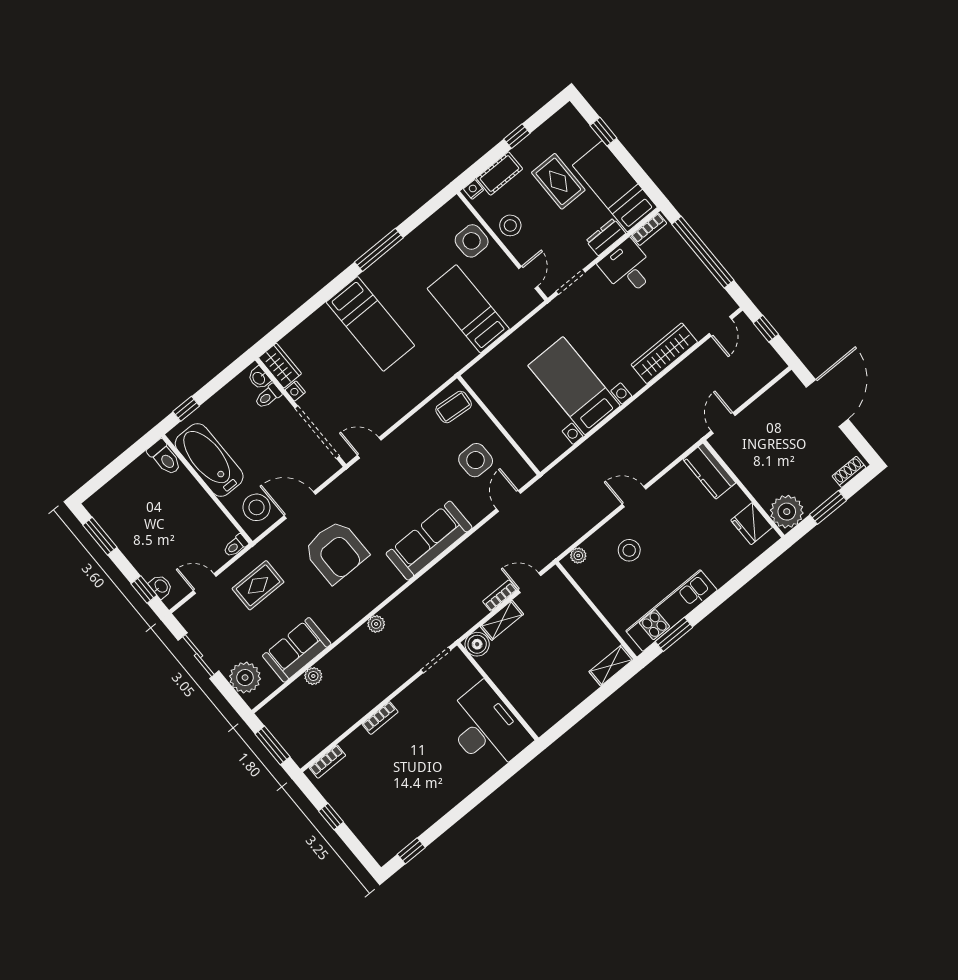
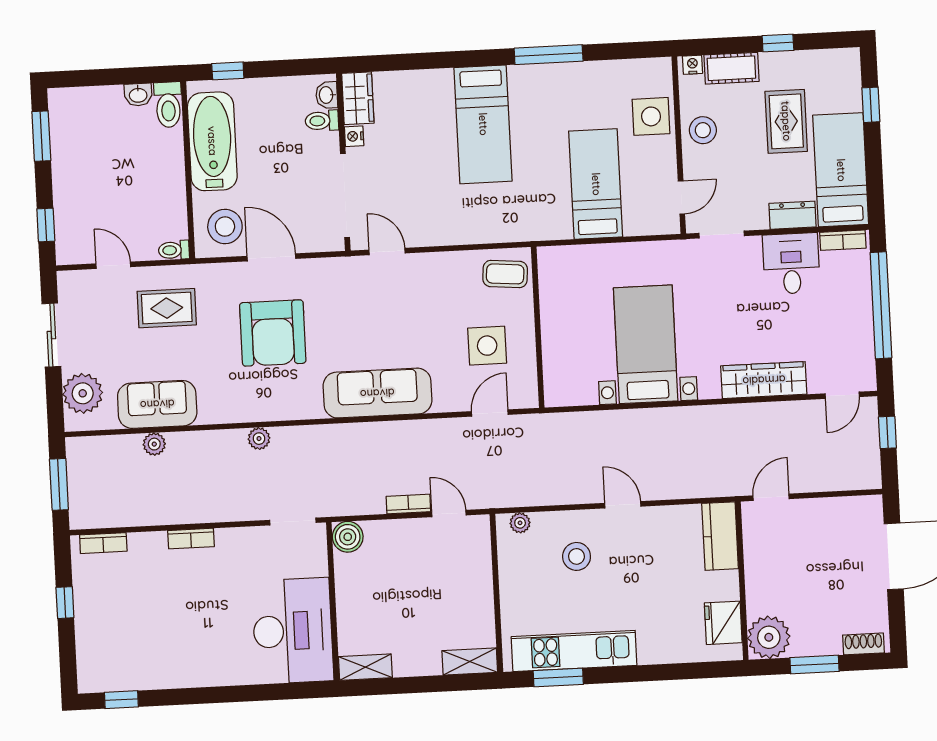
washbasin: (161, 586) -> (138, 95), moved, turned 90
shelving: (502, 620) -> (365, 667), moved

